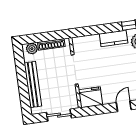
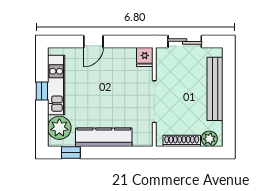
kitchen counter: (114, 38) -> (104, 137), width x1.50
fridge: (91, 97) -> (145, 57), width x0.53, depth x0.75

